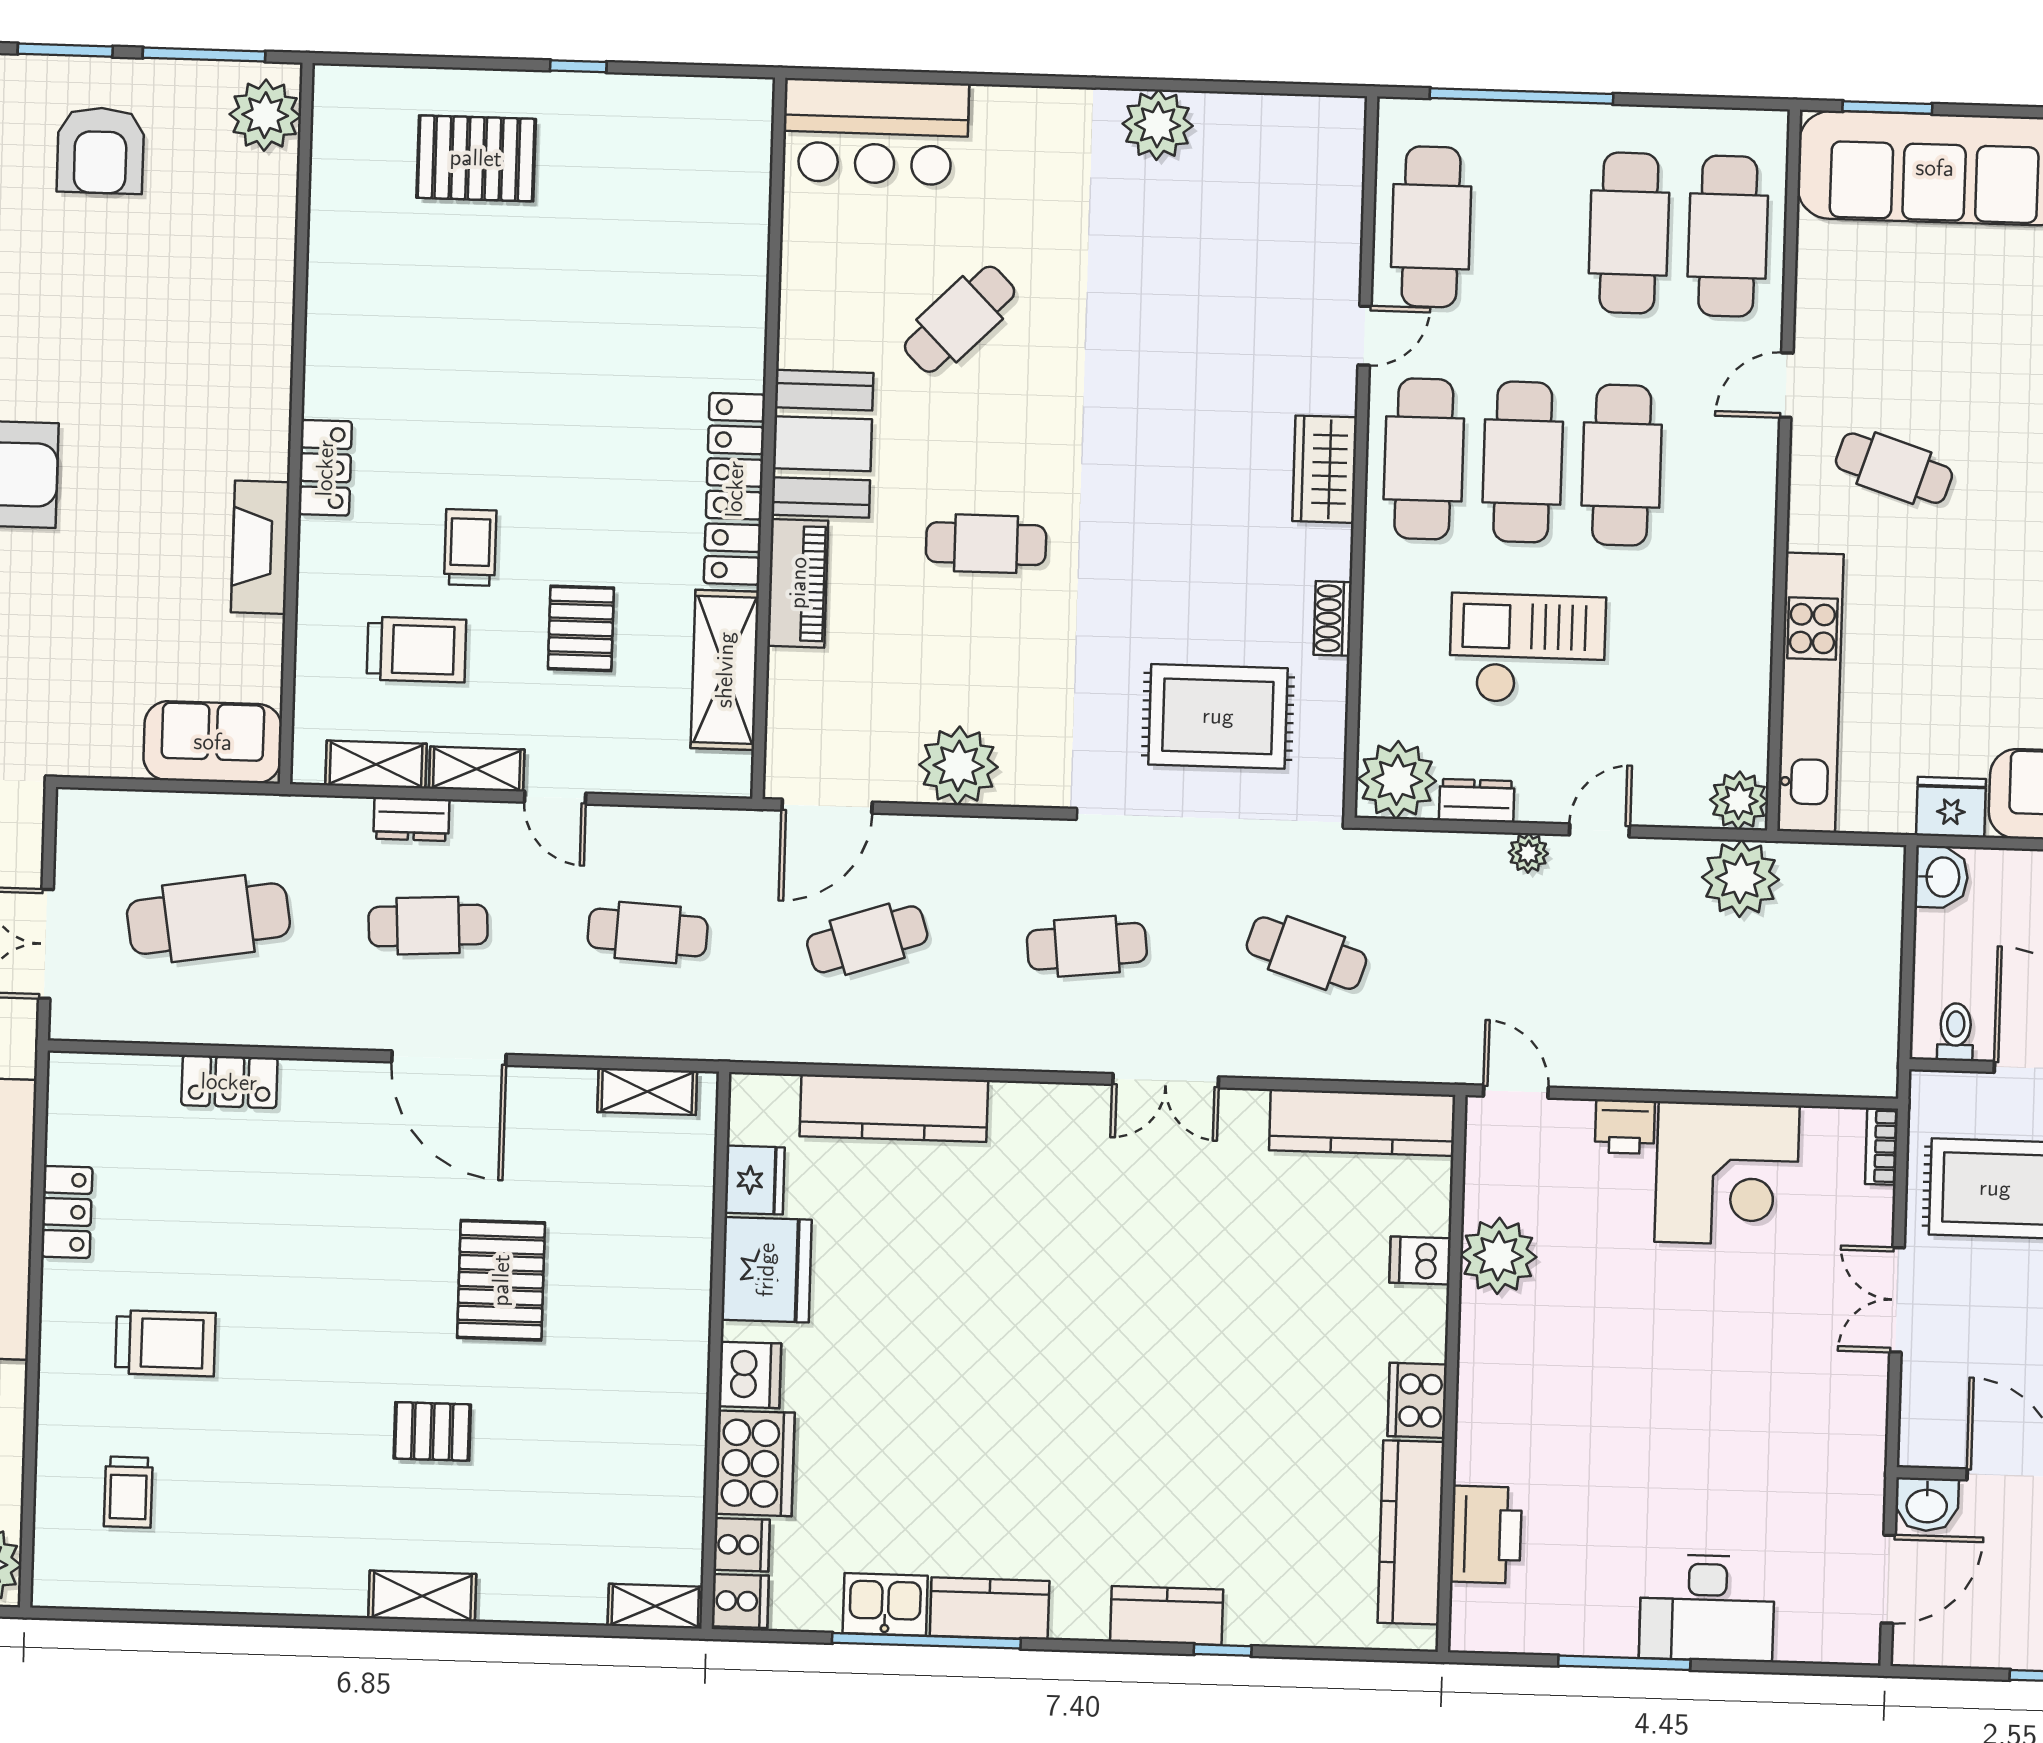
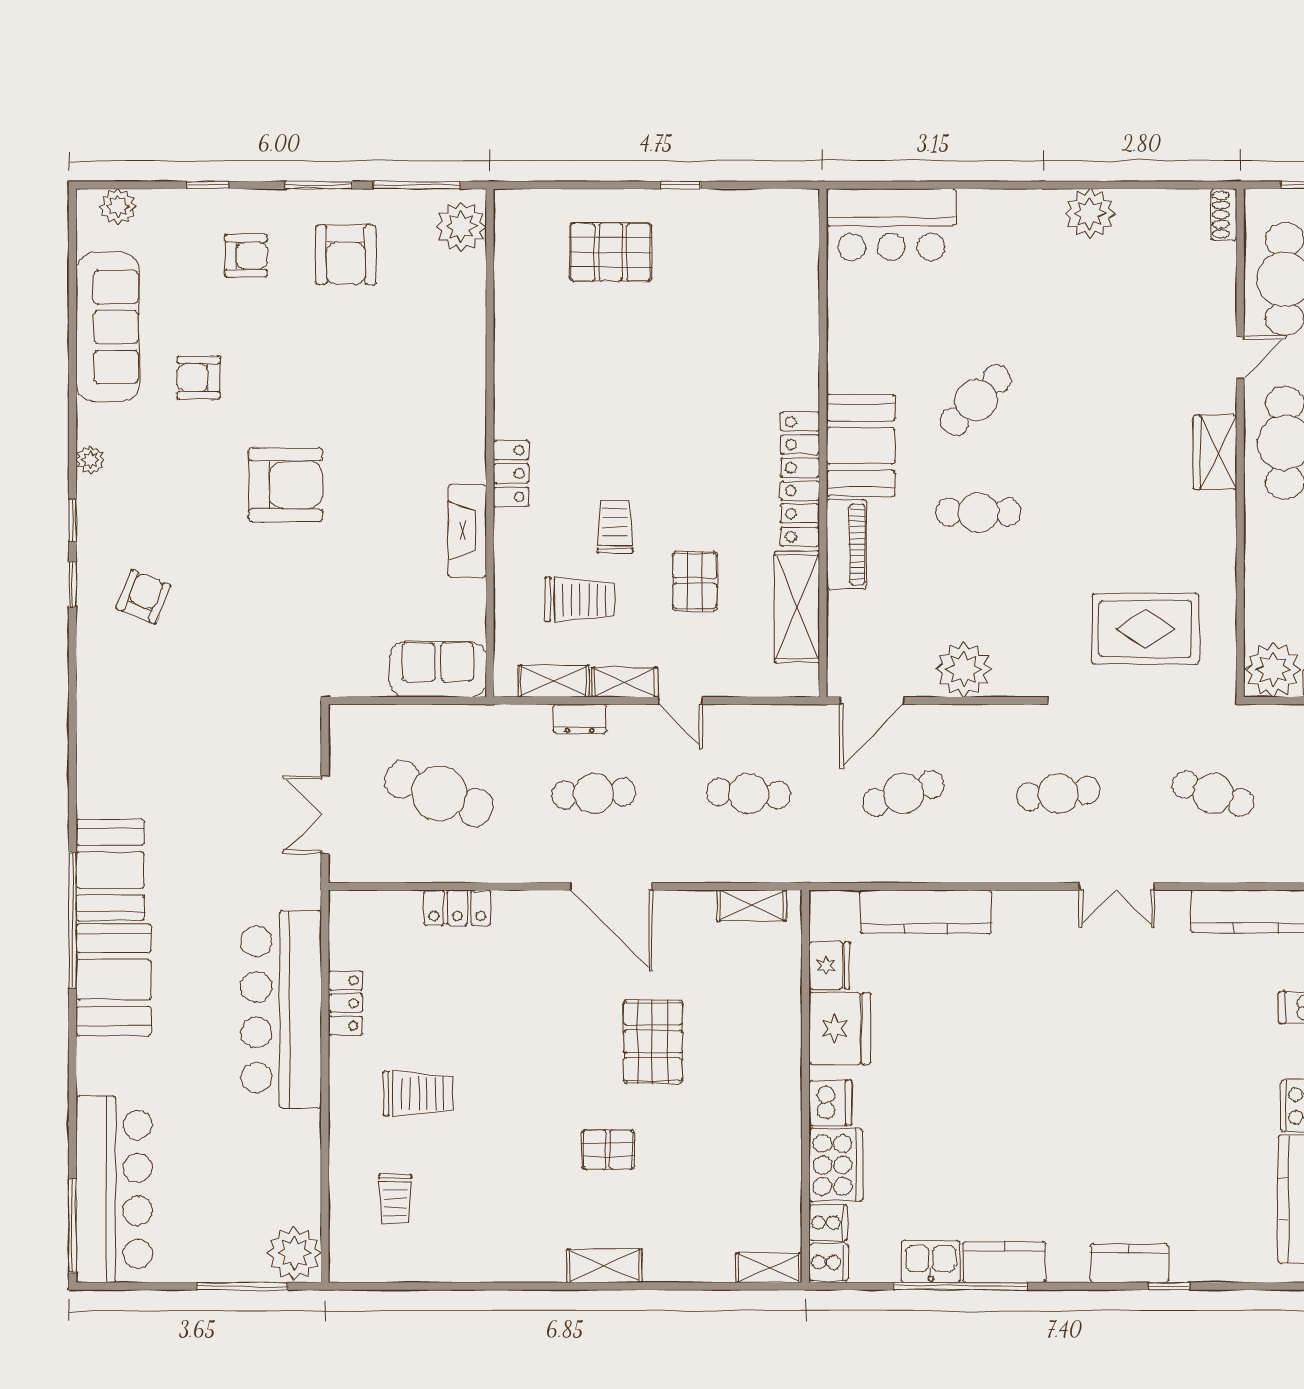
cafe table: (960, 319) -> (976, 400), moved
shoe rack: (1333, 618) -> (1224, 215), moved
cafe table: (208, 919) -> (439, 794), turned 30

